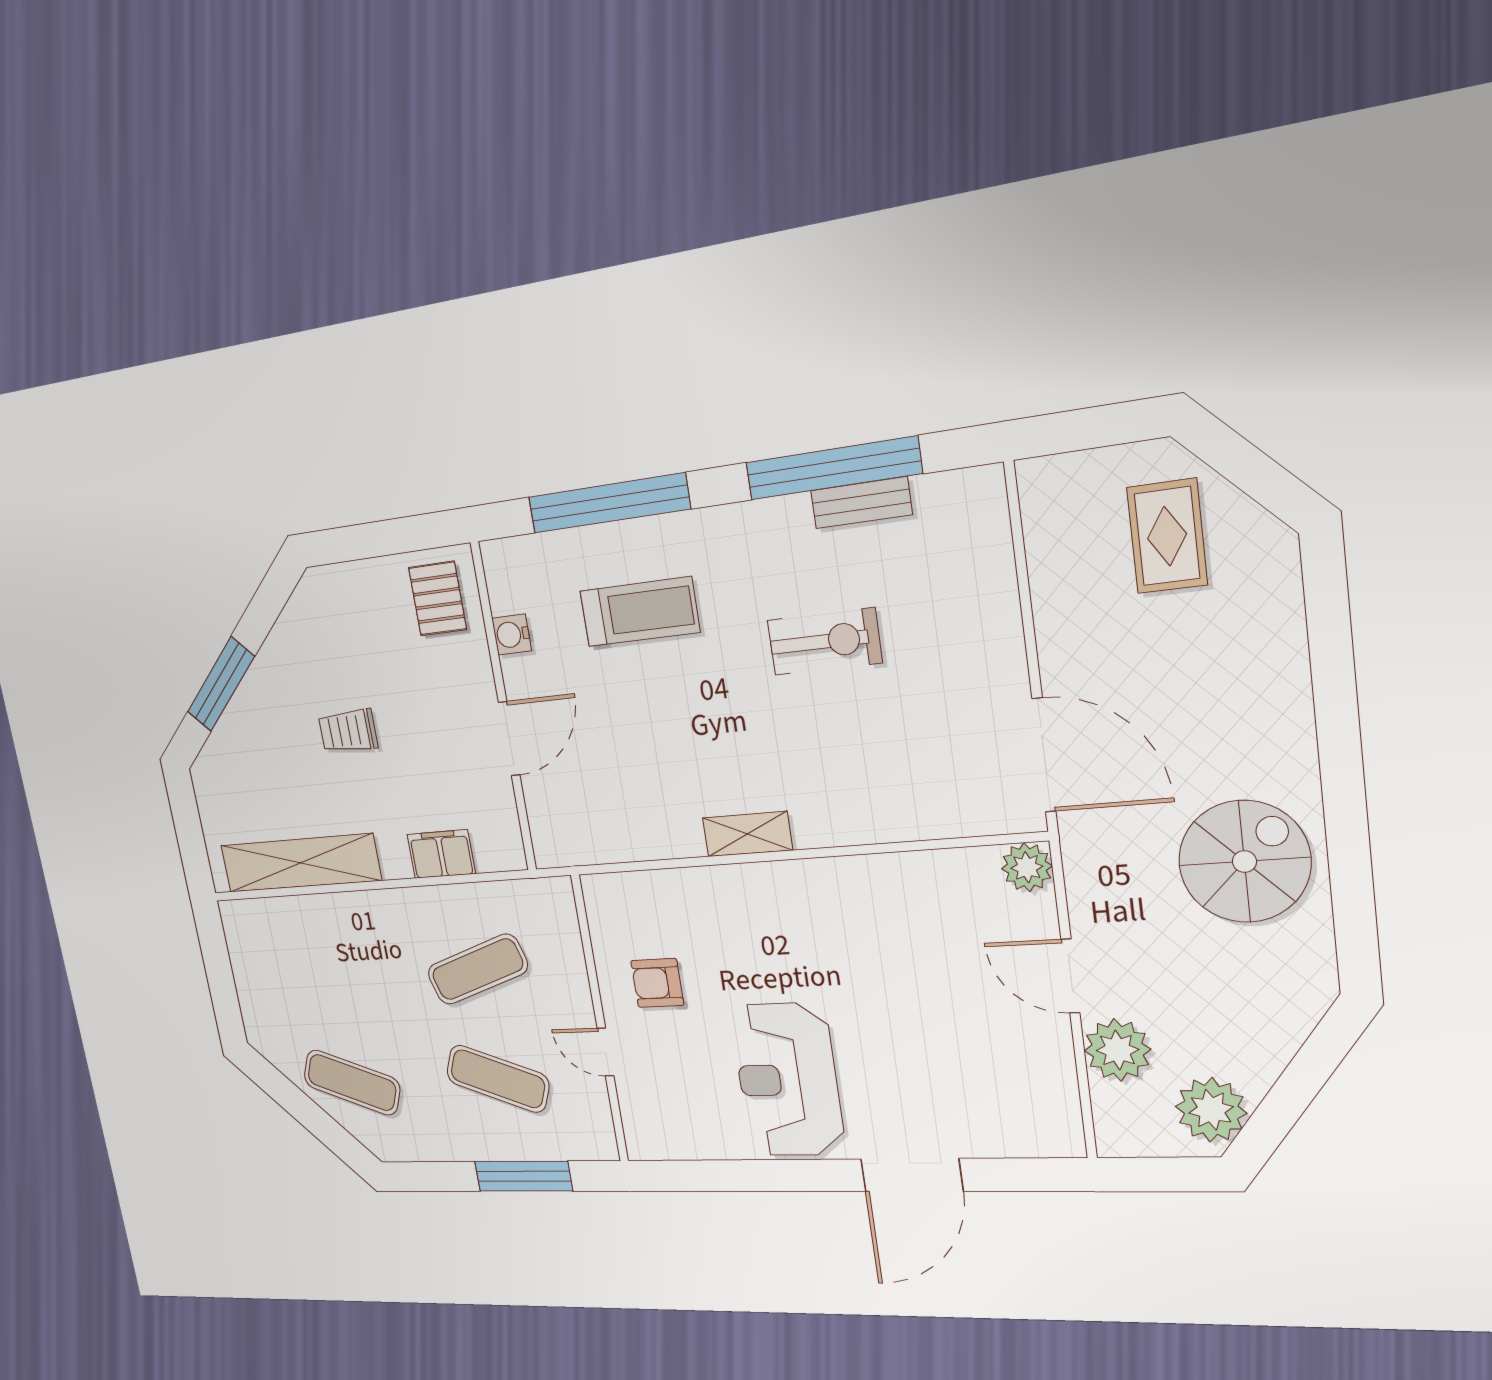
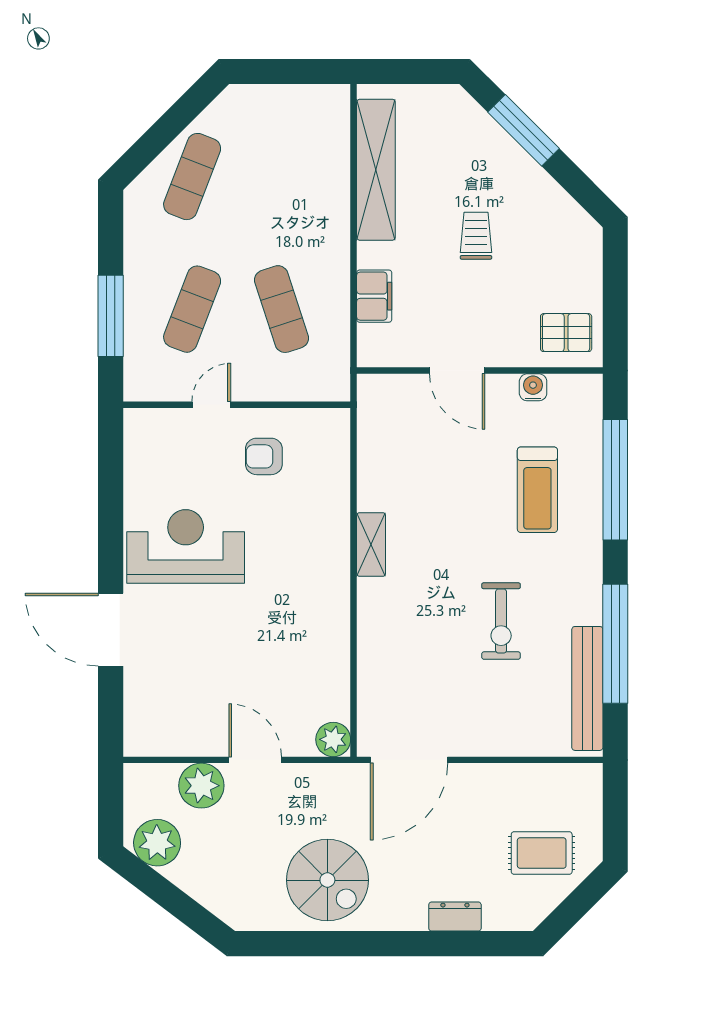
bench: (861, 503) -> (587, 688), width x1.86, depth x1.21
dresser: (1286, 661) -> (455, 917), added
door: (1070, 976) -> (255, 760), hinge flipped
armchair: (657, 983) -> (264, 456), turned -90

